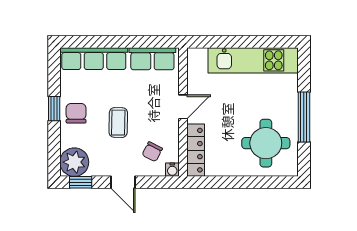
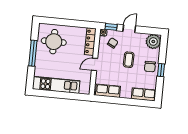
row of seats: (94, 59) -> (144, 94), width x0.68
window: (81, 182) -> (111, 27), moved
door: (123, 182) -> (129, 29), hinge flipped

